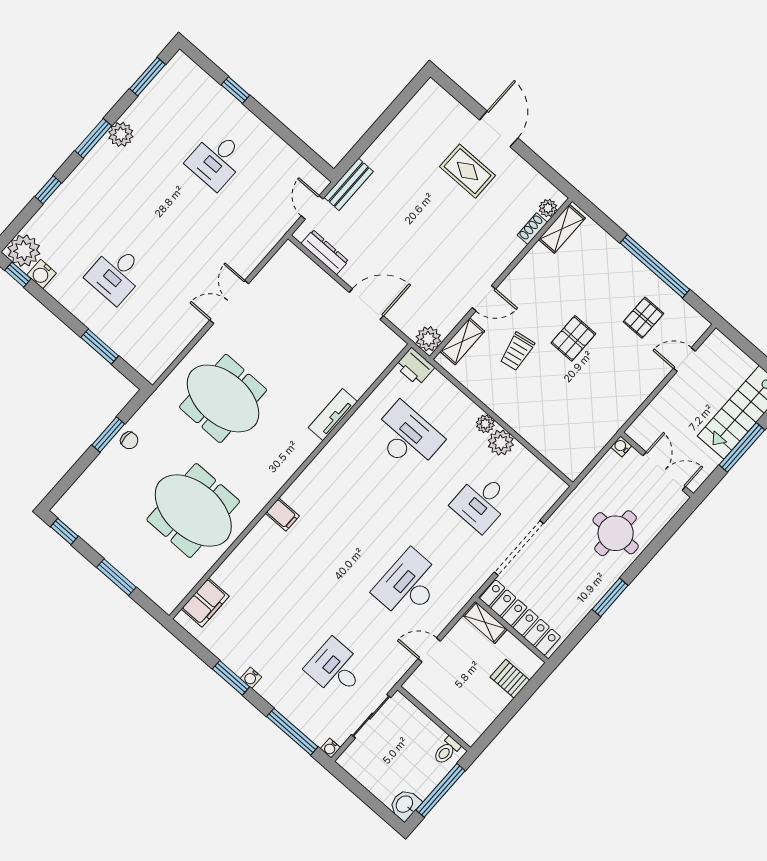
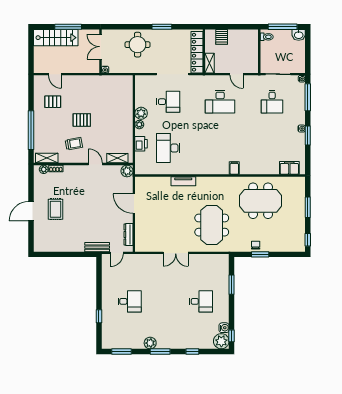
window: (655, 266) -> (31, 130), moved
trolley: (517, 352) -> (74, 144), moved
printer: (415, 367) -> (141, 144), moved
meeting table: (193, 511) -> (261, 201), turned 90

